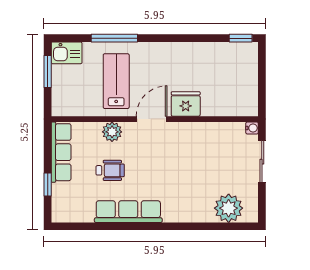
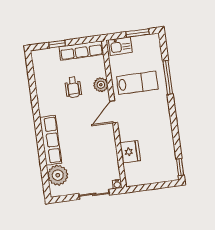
kitchen sink: (67, 53) -> (120, 46), moved, turned -90
fridge: (186, 104) -> (130, 152), moved
door: (152, 119) -> (114, 112), swing flipped
row of seats: (128, 212) -> (51, 140), moved

